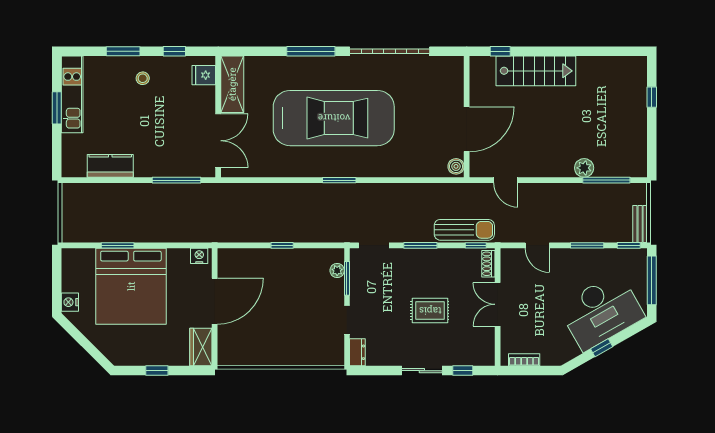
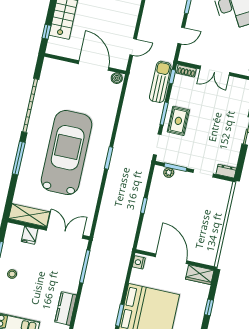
fridge: (204, 75) -> (30, 235), moved
rug: (430, 311) -> (178, 121), moved

